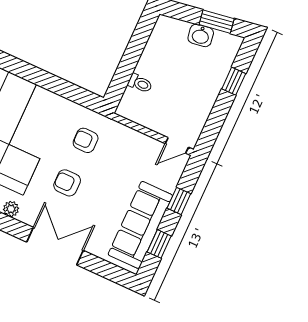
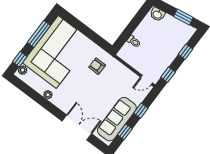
washbasin: (201, 35) -> (157, 14), moved
window: (212, 128) -> (168, 75), added
armchair: (67, 183) -> (82, 87), removed
double door: (55, 246) -> (77, 127), moved

